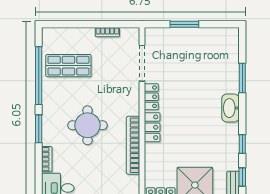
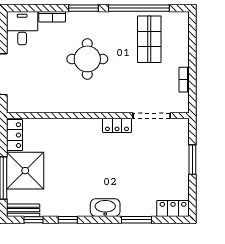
locker: (152, 127) -> (173, 208), moved, turned 180
bookcase: (133, 145) -> (67, 106), removed

